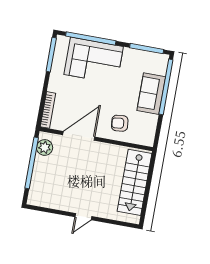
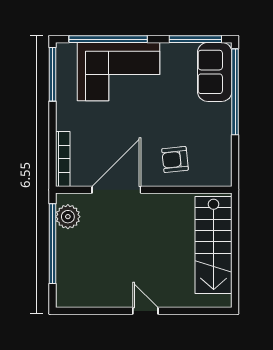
sofa: (151, 94) -> (215, 72), moved
door: (83, 217) -> (145, 311), swing flipped

